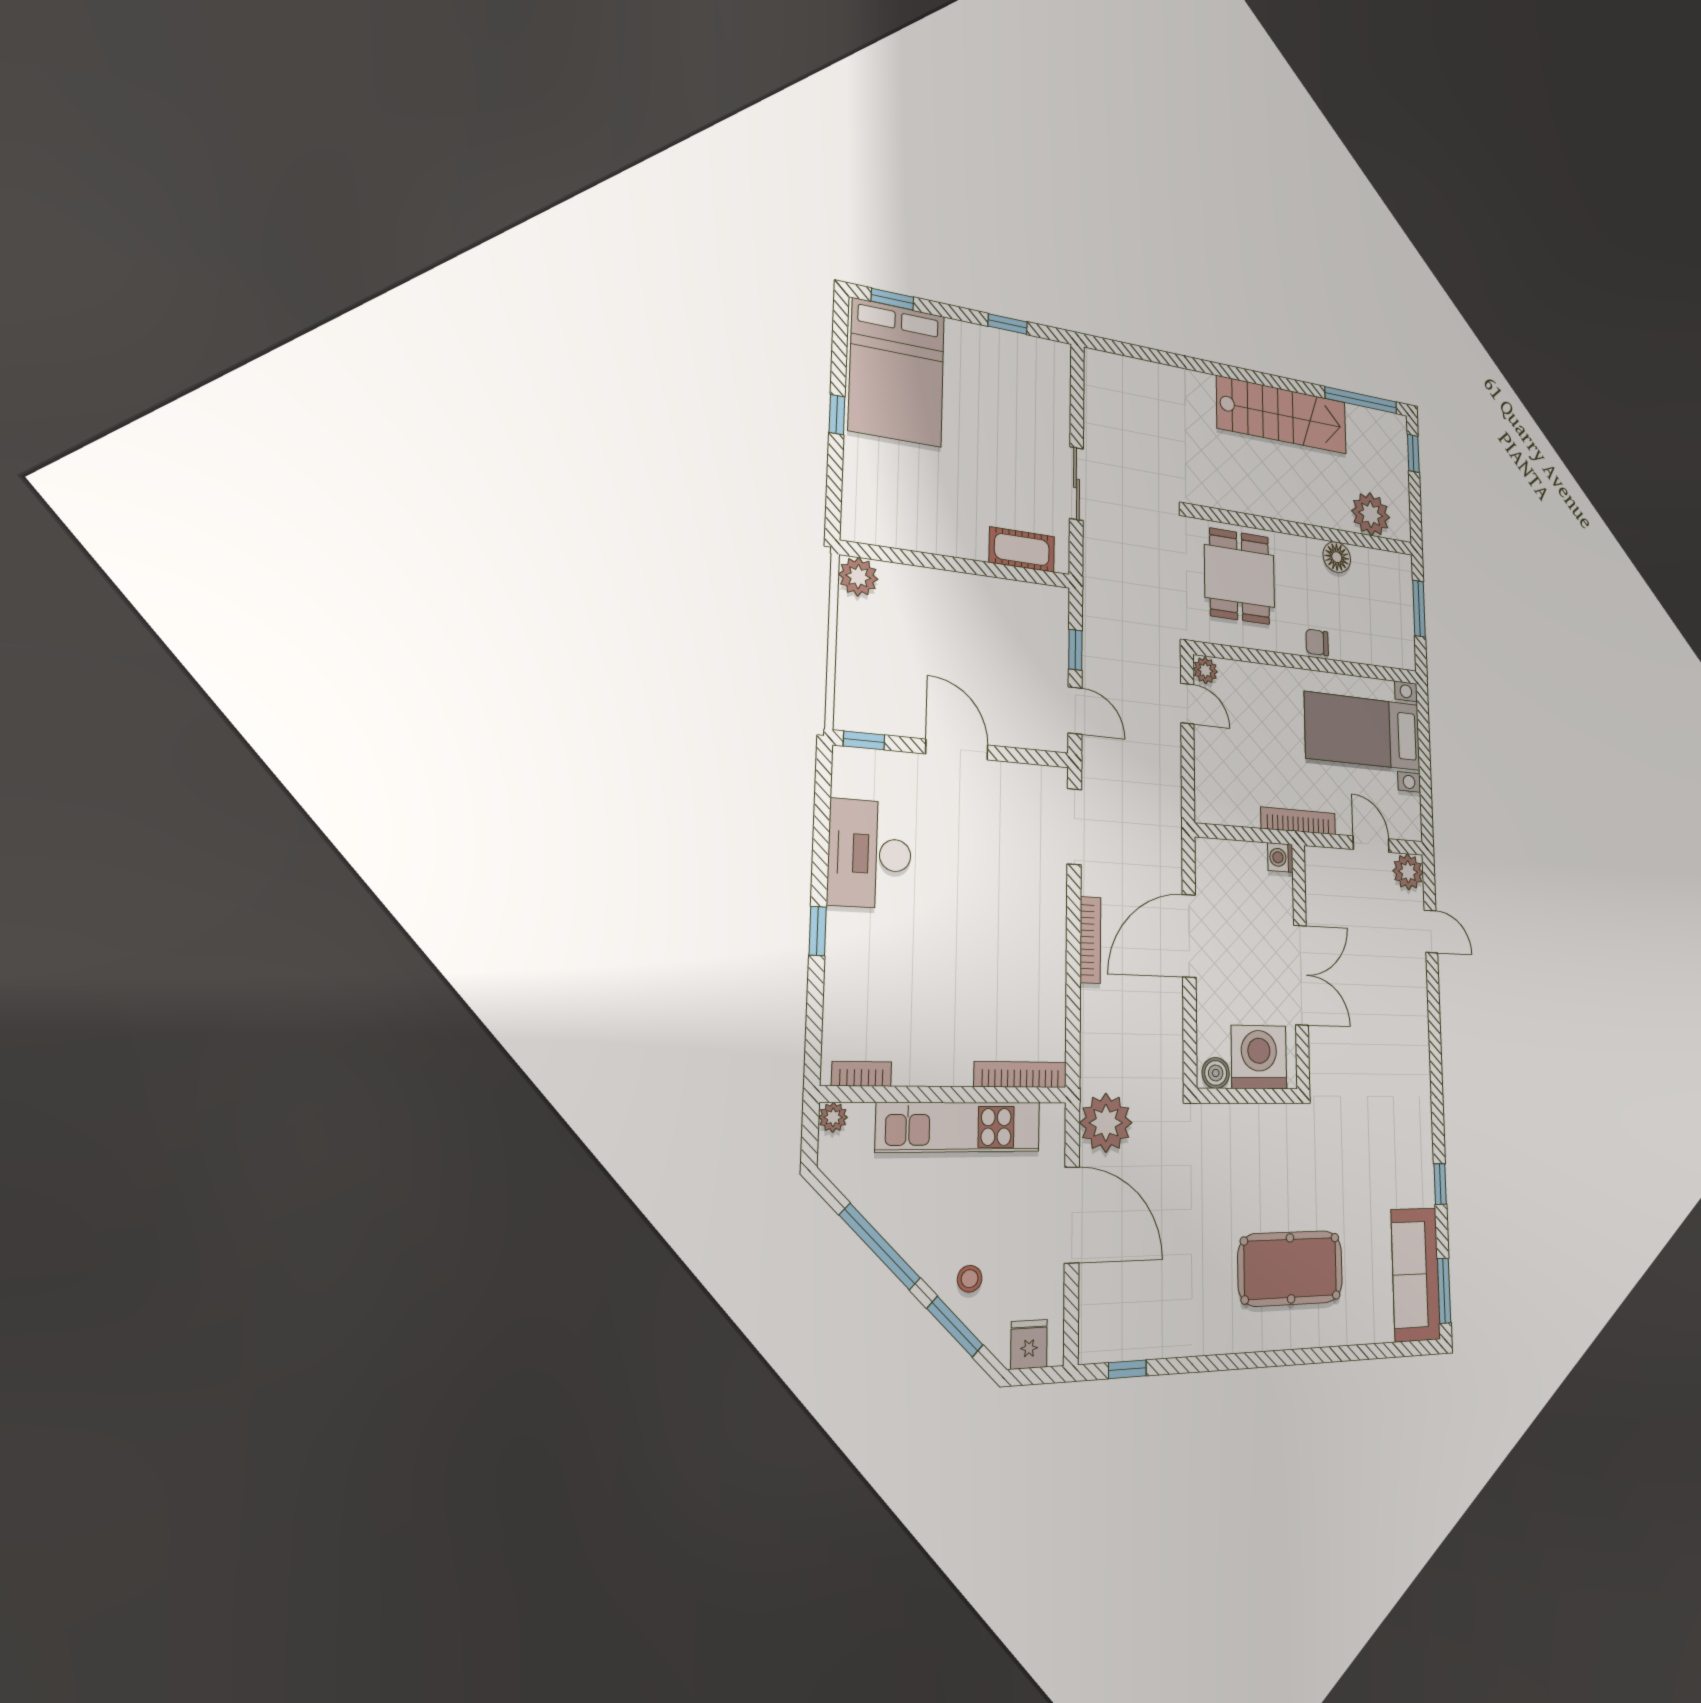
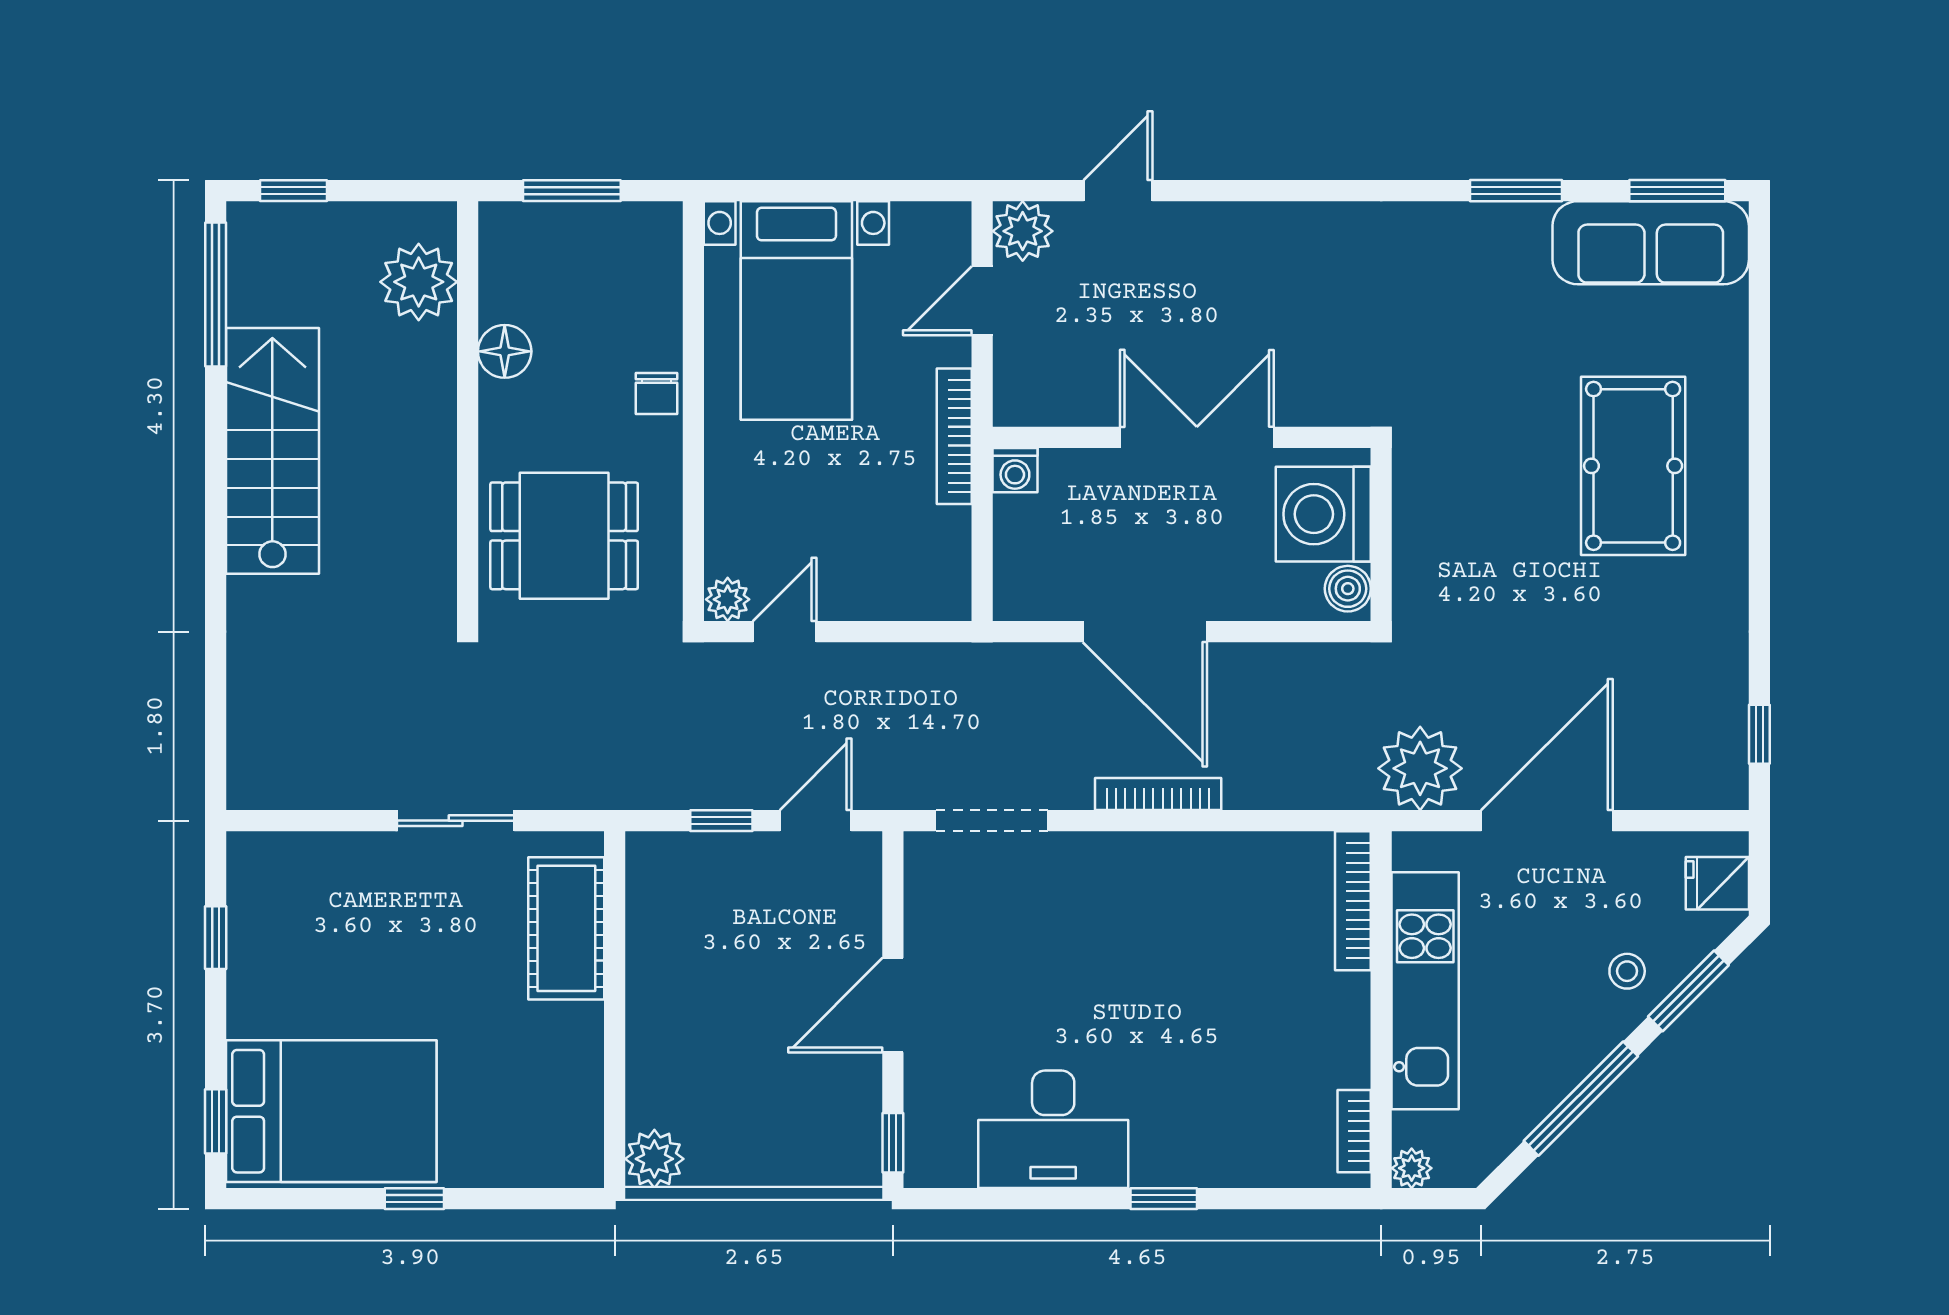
cot: (1022, 550) -> (566, 928), width x1.37, depth x1.34
window: (1440, 1184) -> (1516, 191), width x1.50

